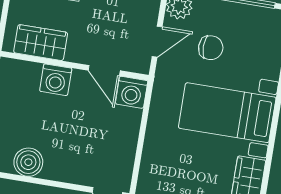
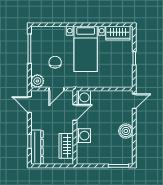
door: (157, 42) -> (56, 89), swing flipped
boiler: (28, 162) -> (126, 131), moved

